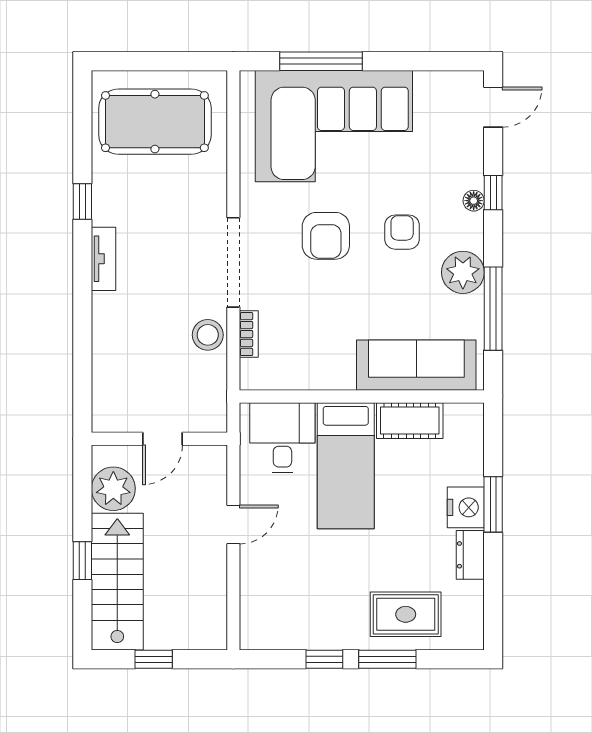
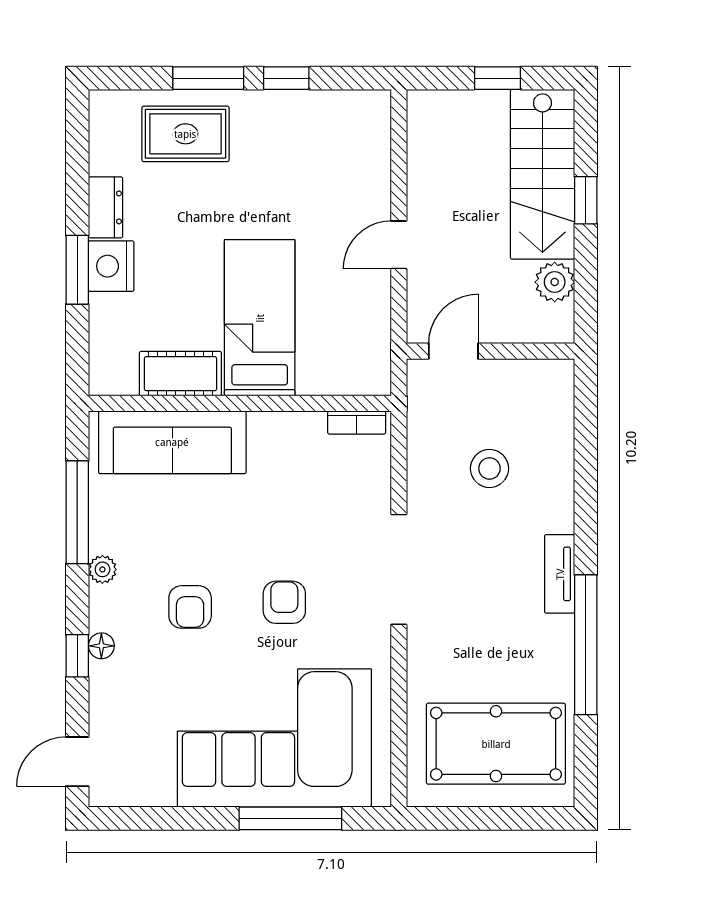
window: (82, 202) -> (586, 645), width x3.17
armchair: (326, 236) -> (284, 602), width x0.72, depth x0.72
plant: (463, 272) -> (102, 569), width x0.53, depth x0.53
bookcase: (249, 334) -> (357, 422), moved, turned -90
stool: (208, 335) -> (489, 468), moved
desk: (282, 438) -> (338, 353), removed
door: (163, 439) -> (453, 351), moved
plant: (113, 489) -> (555, 282), width x0.73, depth x0.73

